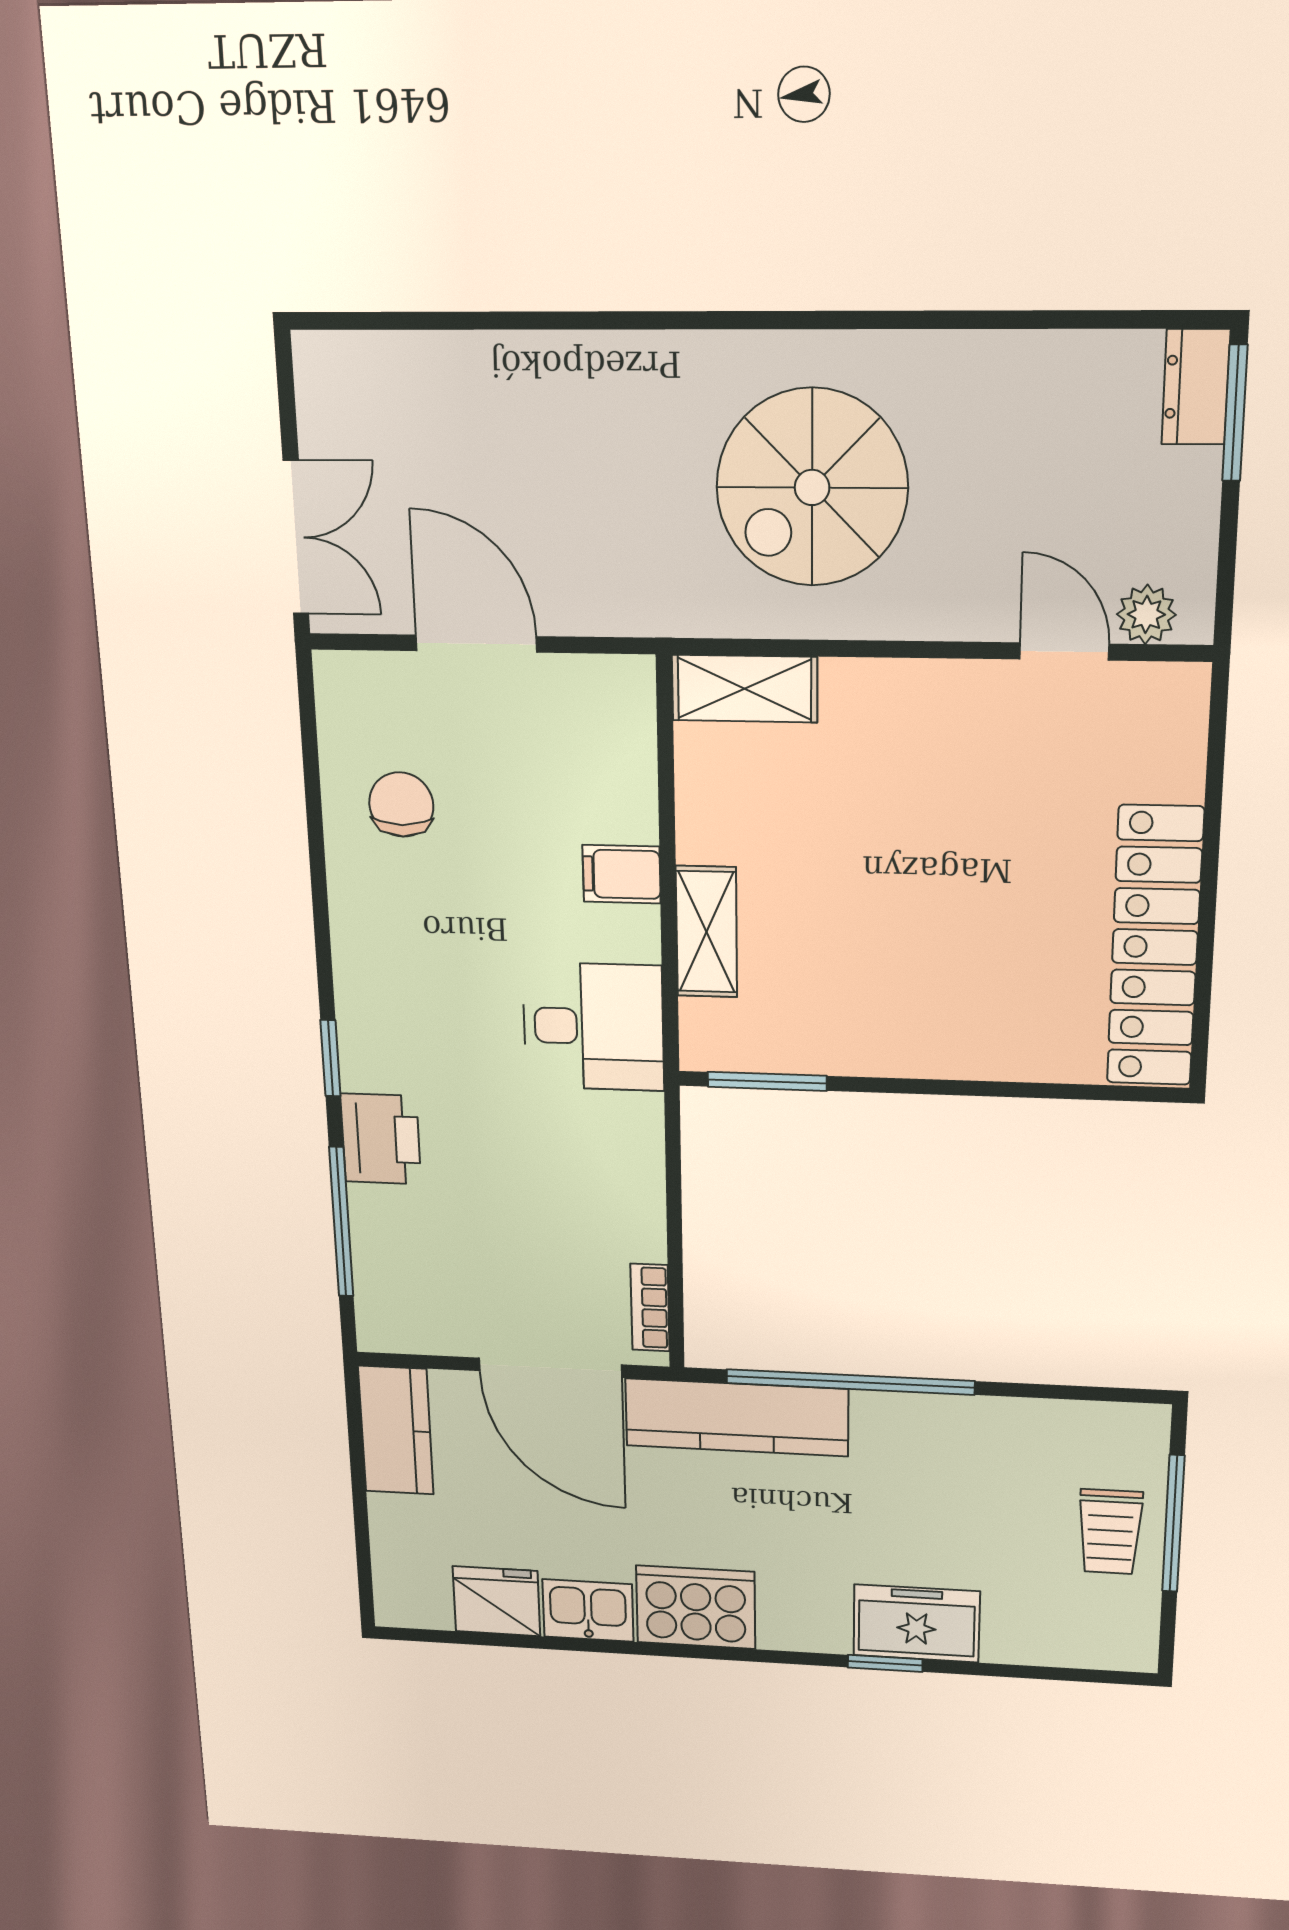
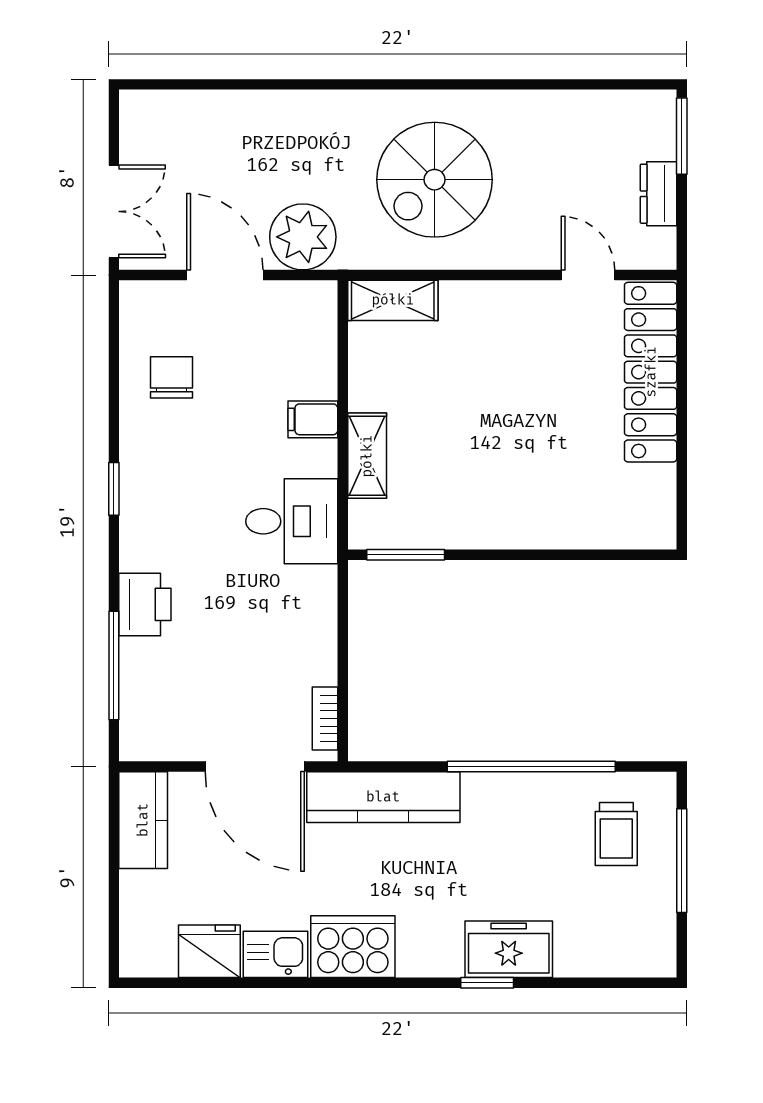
dresser: (1196, 387) -> (659, 194), moved
plant: (1146, 614) -> (303, 237), moved, width x1.87, depth x1.87
locker: (1155, 947) -> (651, 372), moved
window: (330, 1058) -> (114, 489), moved
window: (850, 1382) -> (531, 767), moved
trolley: (1110, 1532) -> (616, 834), moved

